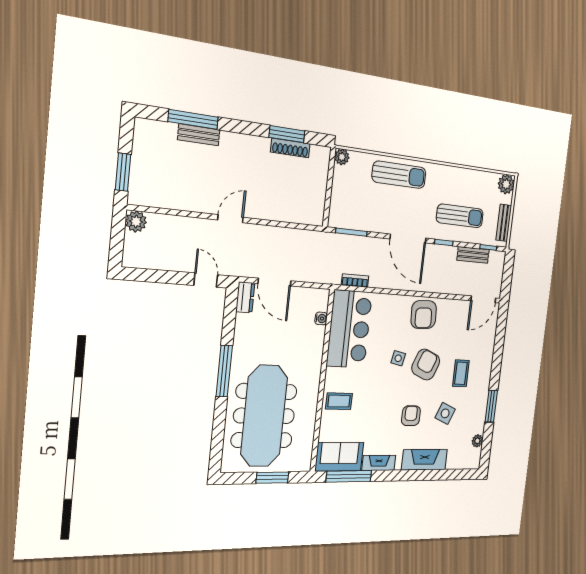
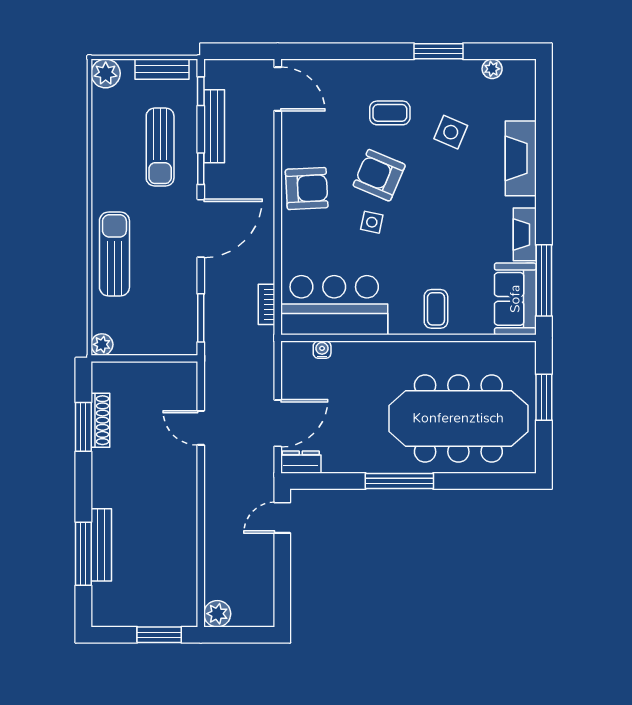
bench: (199, 135) -> (101, 545), width x1.36
sun lounger: (460, 216) -> (160, 147), turned 180
door: (231, 219) -> (201, 428), moved
bench: (473, 255) -> (214, 126), width x1.36
armchair: (411, 416) -> (455, 190), removed

